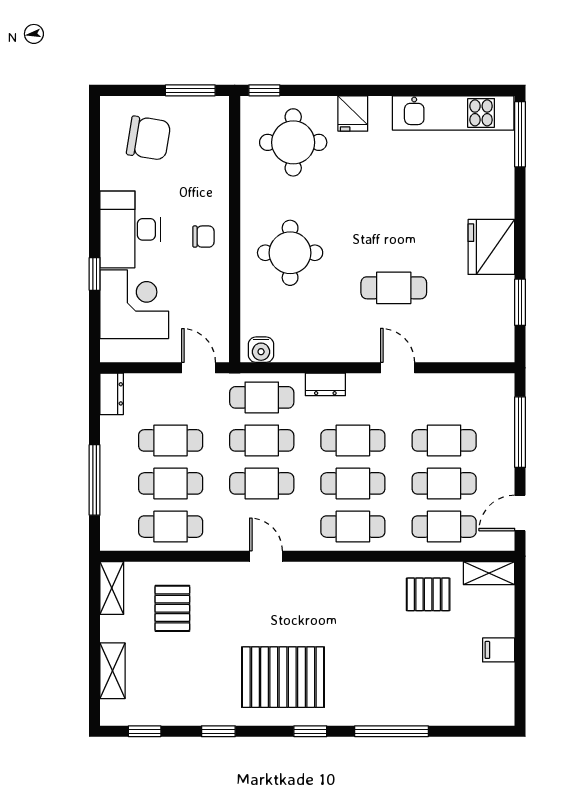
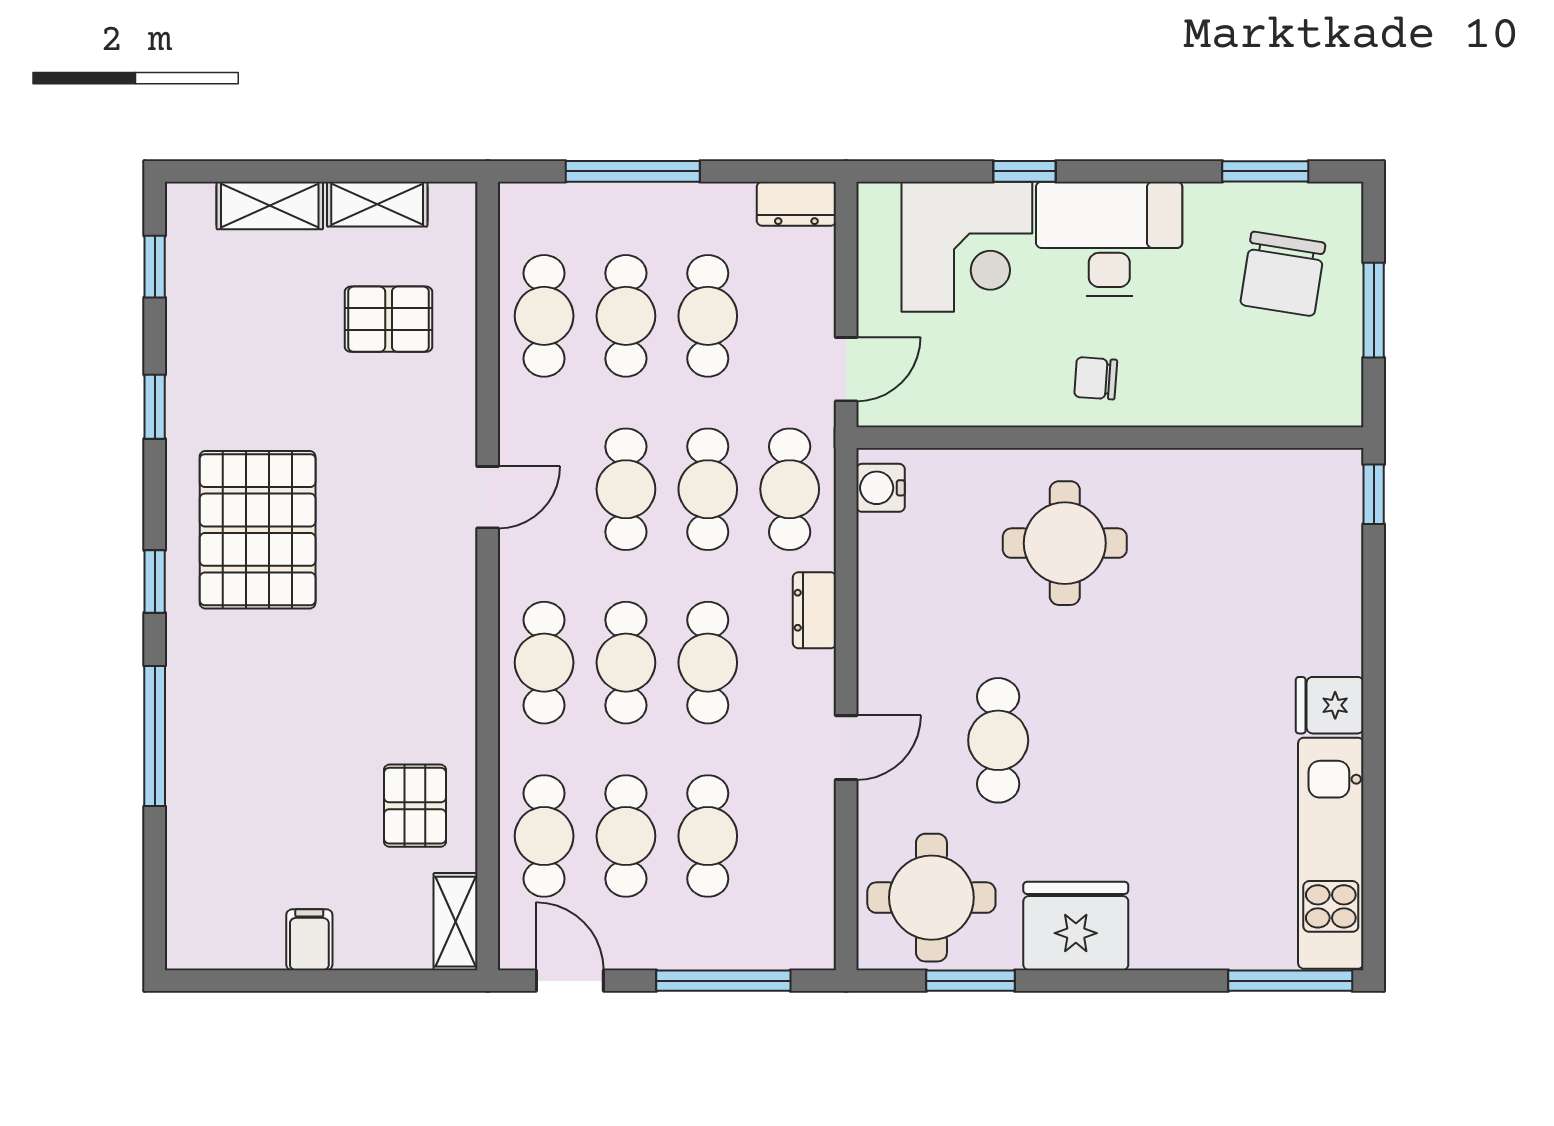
window: (190, 90) -> (1374, 310), moved
fridge: (353, 113) -> (1330, 705), moved
round table: (293, 142) -> (931, 898), moved
window: (95, 147) -> (1265, 171), added
chair: (203, 237) -> (1096, 378), turned 94
shelving: (112, 588) -> (377, 204), moved

